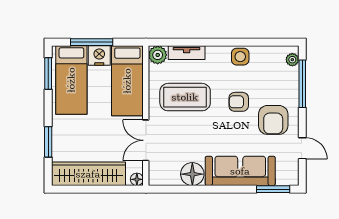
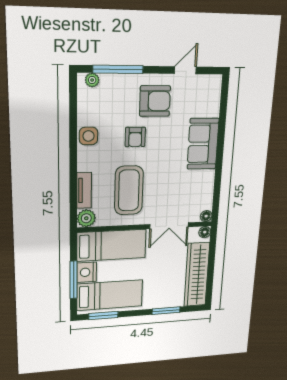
sofa: (240, 171) -> (203, 144), width x0.73
floor lamp: (192, 174) -> (206, 216), moved, width x0.53, depth x0.53
window: (273, 189) -> (224, 101), removed

